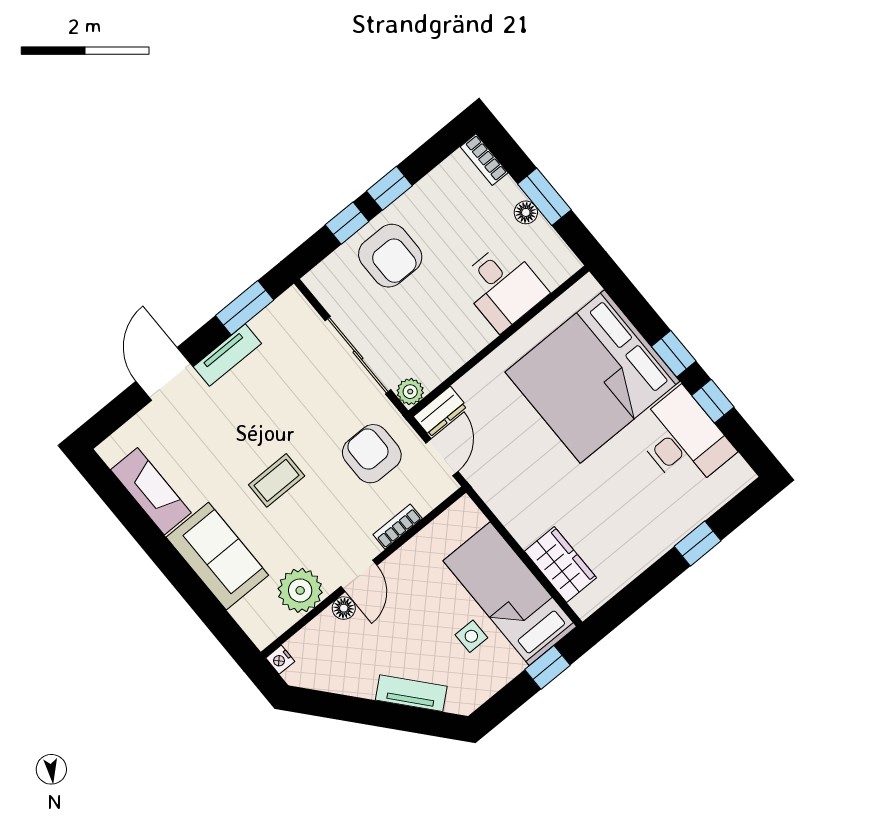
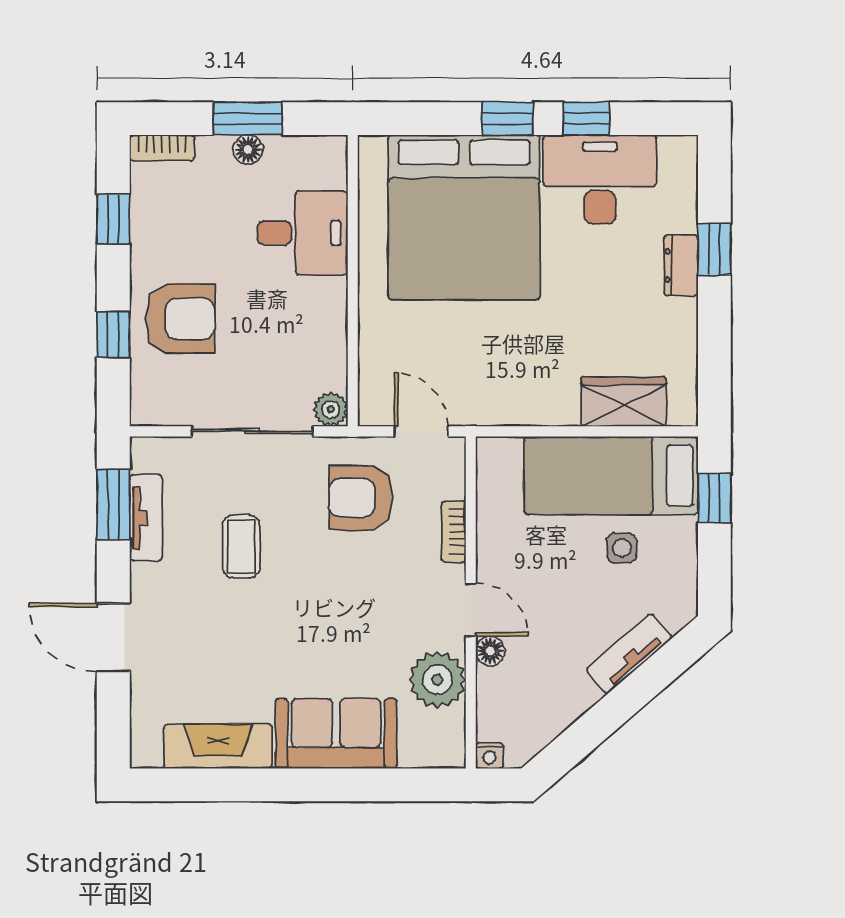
window: (389, 188) -> (113, 219), moved
tv unit: (227, 355) -> (146, 518), moved
dresser: (440, 412) -> (681, 265), moved, turned 180
coffee table: (277, 480) -> (241, 547), moved

